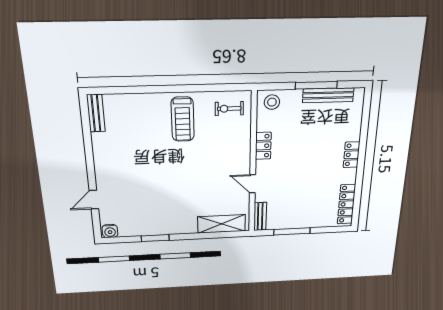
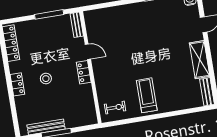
stool: (272, 102) -> (46, 79), moved
locker: (263, 146) -> (84, 72), moved
shelving: (221, 224) -> (200, 60), moved, turned 90

